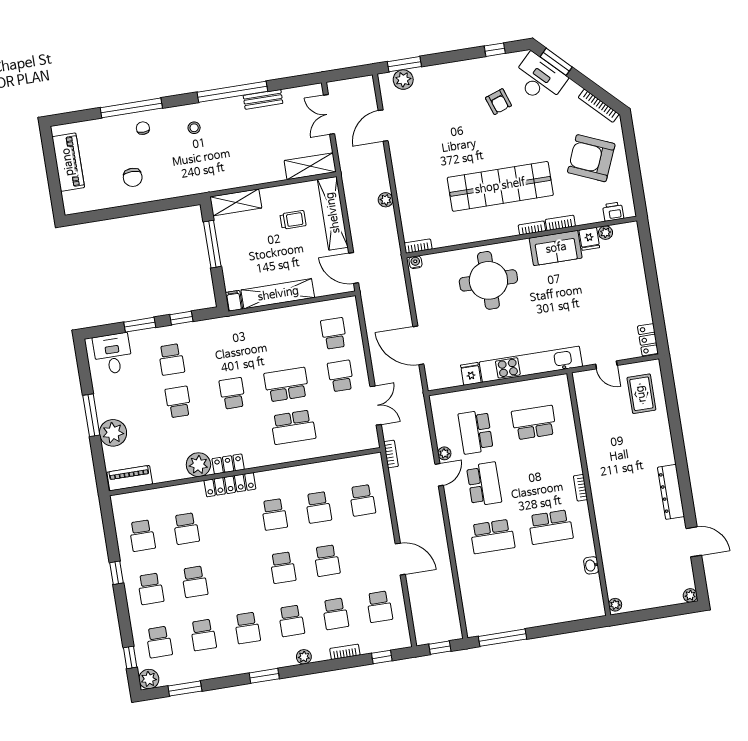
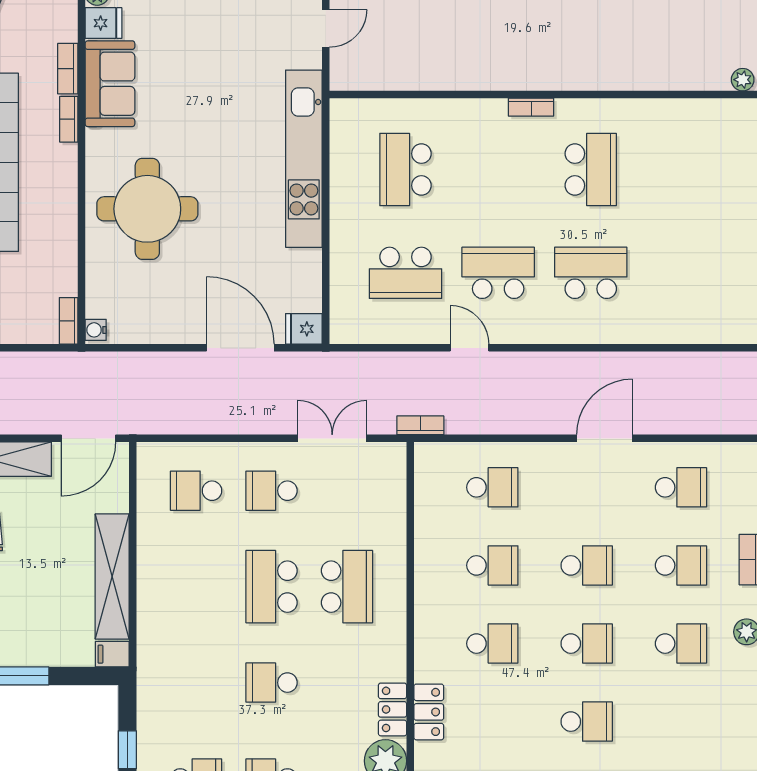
door: (418, 345) -> (240, 348), swing flipped
fridge: (471, 374) -> (304, 329), moved
plant: (444, 453) -> (434, 333), removed
locker: (230, 485) -> (429, 712), width x0.66
school desk: (492, 536) -> (591, 273), turned -90
washbasin: (591, 565) -> (668, 110), removed
school desk: (247, 628) -> (587, 722), moved

